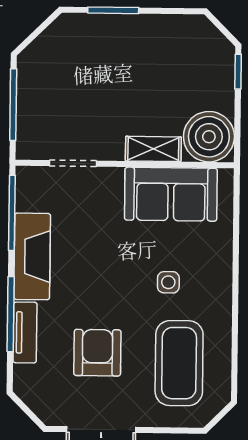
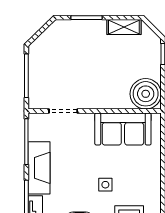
shelving: (153, 149) -> (124, 27), moved
side table: (168, 282) -> (105, 185), moved

